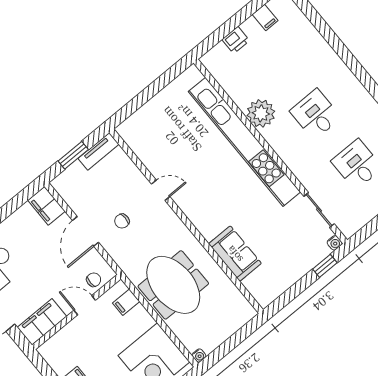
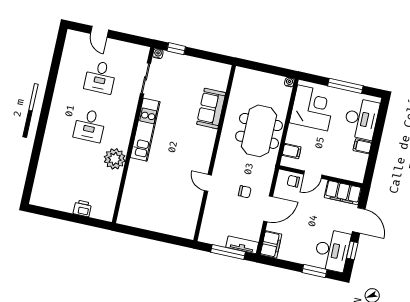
filing cabinet: (265, 18) -> (55, 201), removed
kitchen unit: (244, 142) -> (145, 130), width x0.54
tv unit: (99, 151) -> (242, 245), moved
window: (73, 155) -> (228, 252), width x1.44
door: (85, 305) -> (313, 175), hinge flipped

